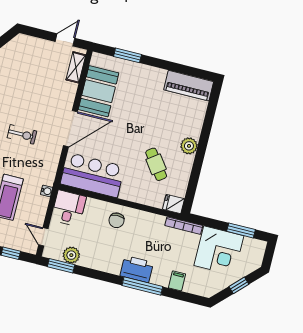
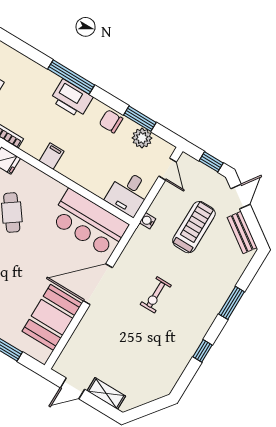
shelving: (76, 67) -> (106, 393), moved, turned 90
exercise bike: (22, 134) -> (156, 295), turned -90
chair: (117, 220) -> (111, 121), moved, turned -90
window: (61, 266) -> (140, 119), moved
filing cabinet: (177, 281) -> (52, 156), moved, turned 180

